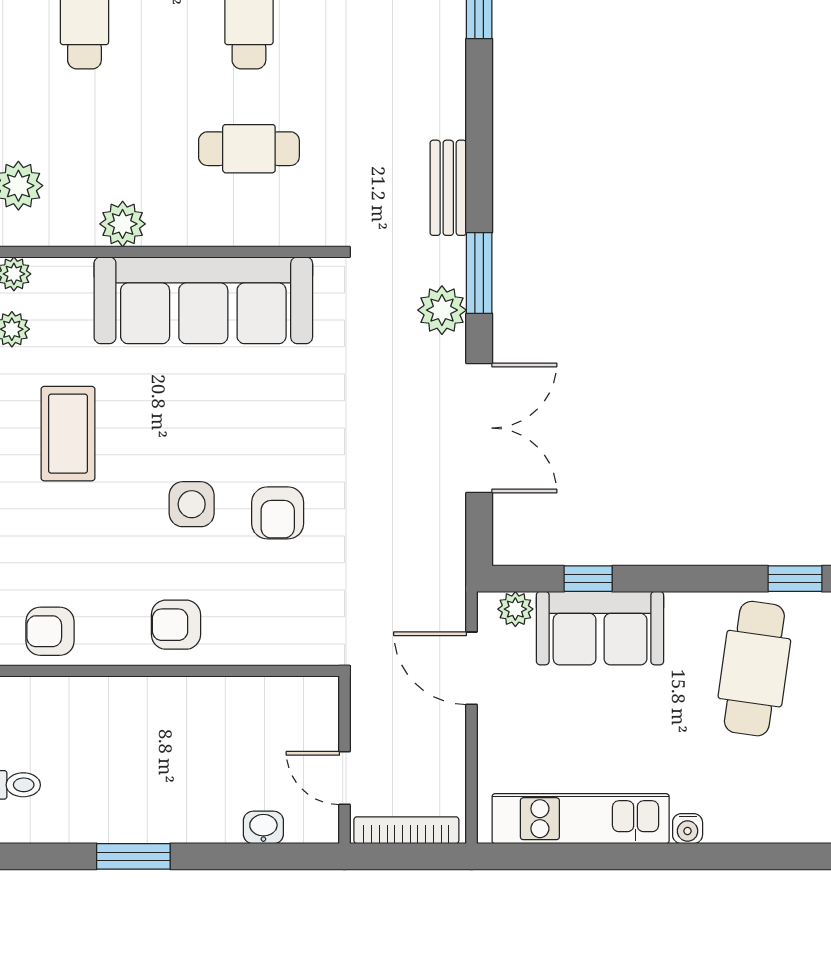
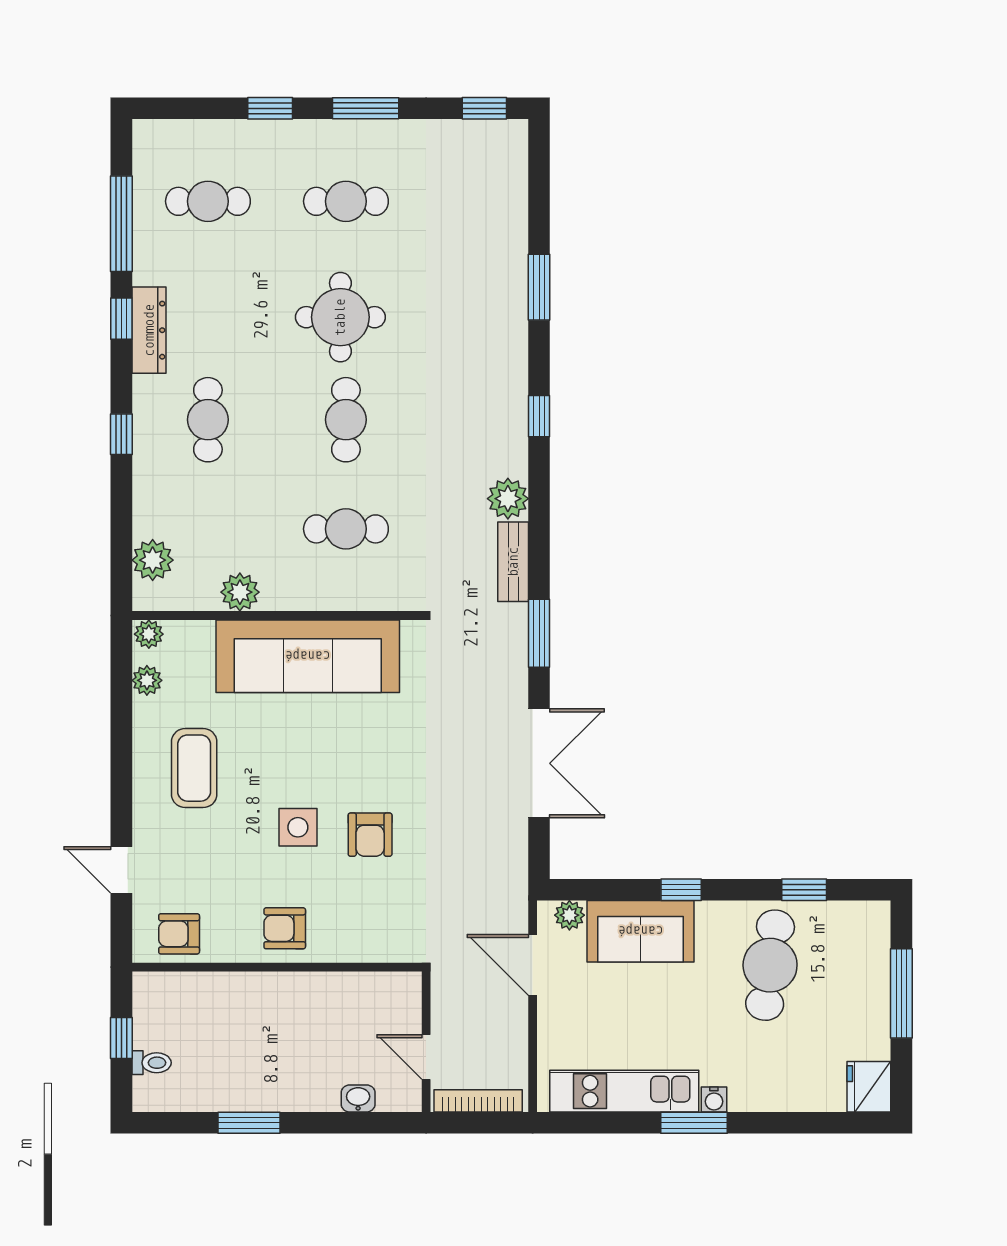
plant: (442, 310) -> (508, 499), moved
window: (588, 579) -> (681, 890), moved
window: (664, 856) -> (694, 1123), added

